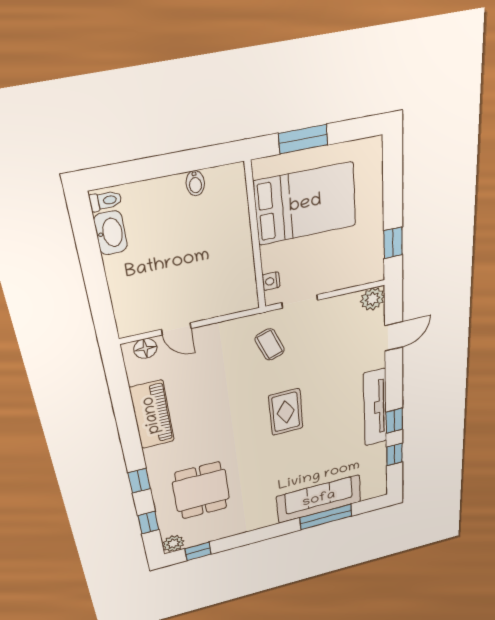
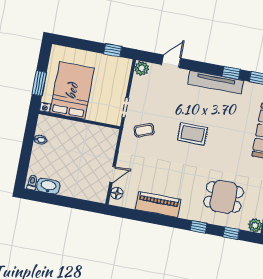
nightstand: (271, 281) -> (45, 107), moved
door: (394, 336) -> (171, 61), hinge flipped

